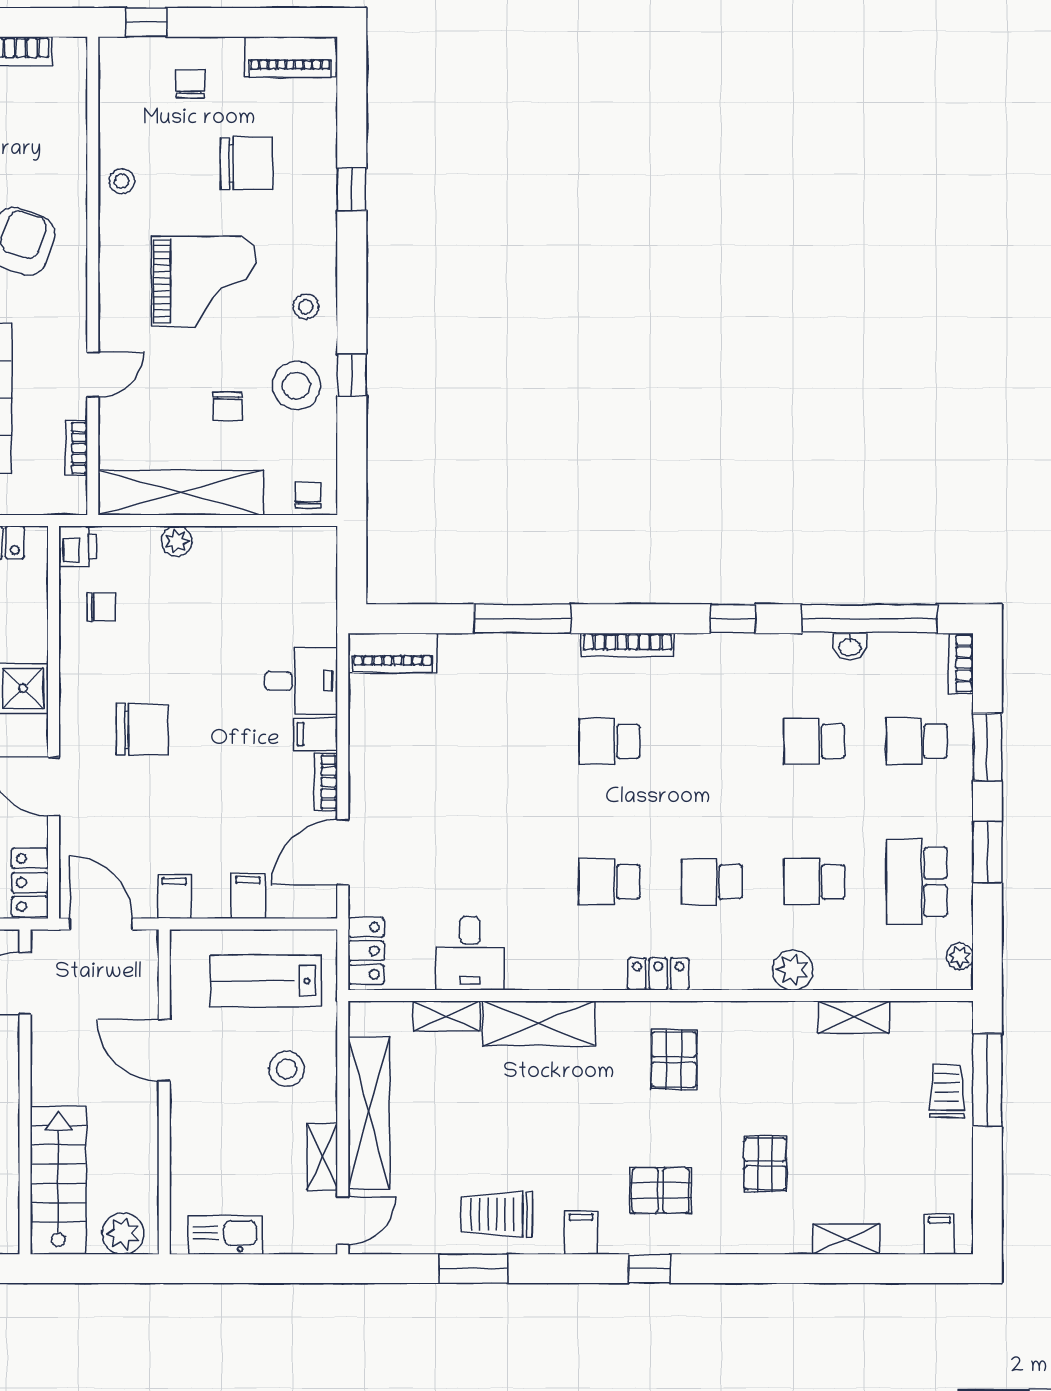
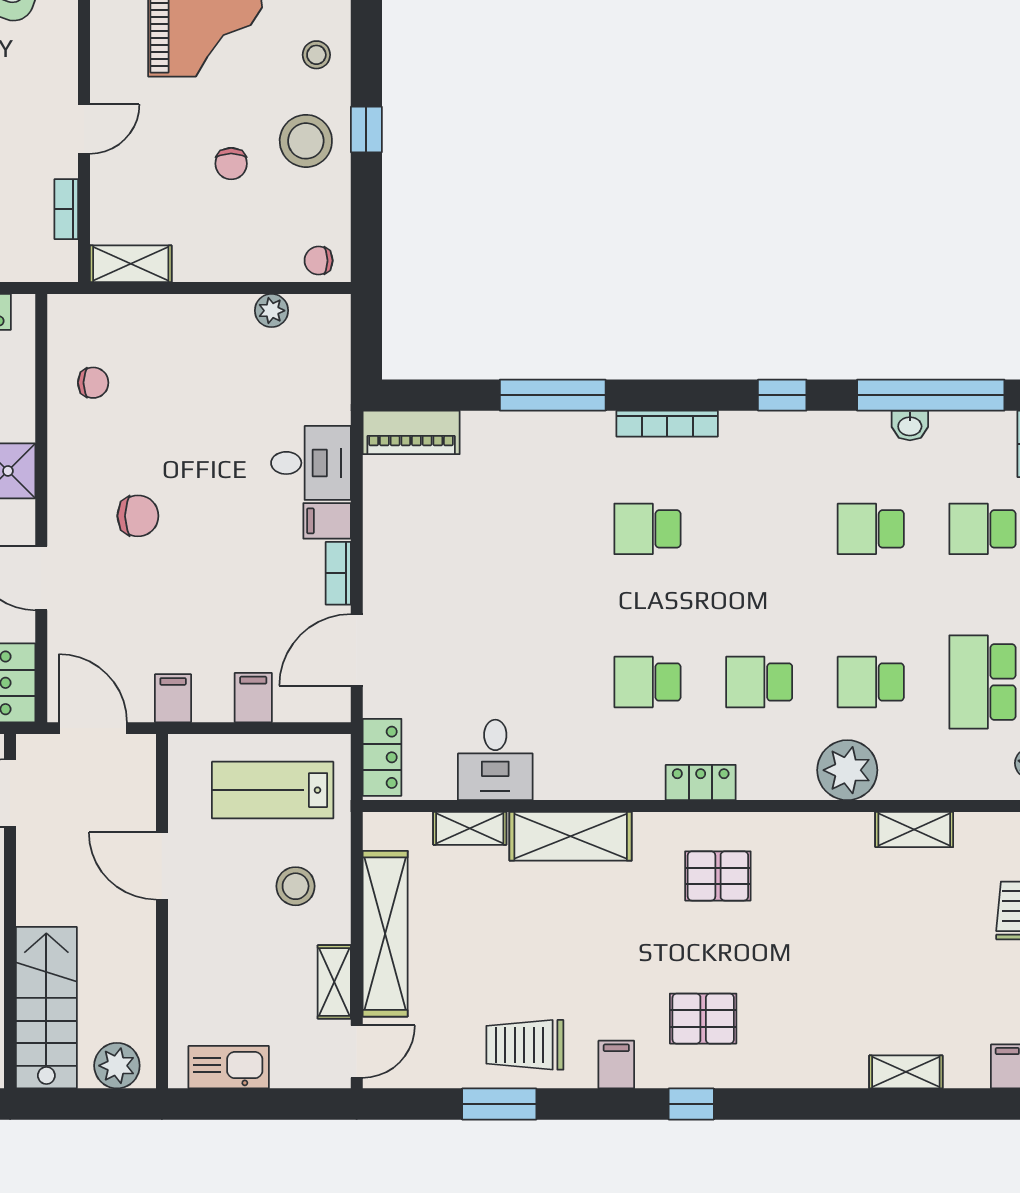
shelving: (181, 493) -> (131, 264), width x0.45, depth x0.75
chair: (308, 495) -> (319, 261), turned -90
plant: (177, 541) -> (271, 311), moved
printer: (77, 546) -> (67, 316), removed
chair: (142, 729) -> (138, 516), width x0.73, depth x0.73
plant: (793, 970) -> (847, 770), width x1.36, depth x1.36
pallet: (674, 1060) -> (718, 876), turned 90
pallet: (765, 1164) -> (817, 990), removed

